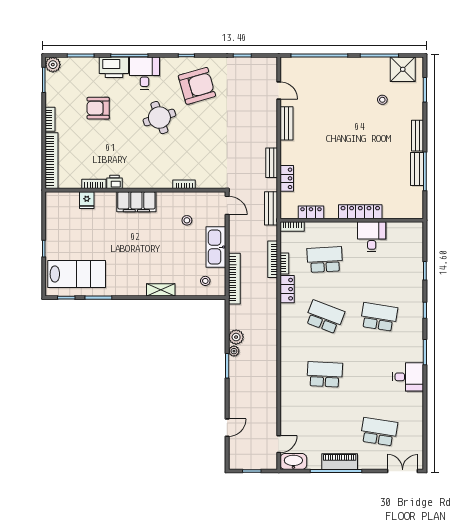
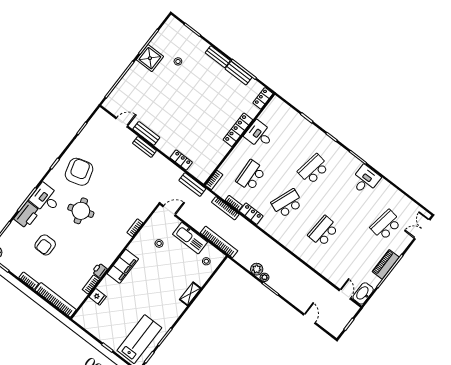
shower: (403, 69) -> (150, 58), moved
bench: (272, 163) -> (144, 147), moved
locker: (311, 212) -> (263, 98), moved

